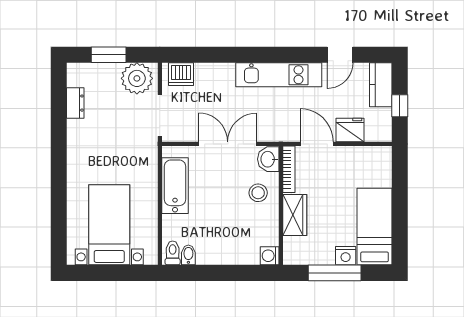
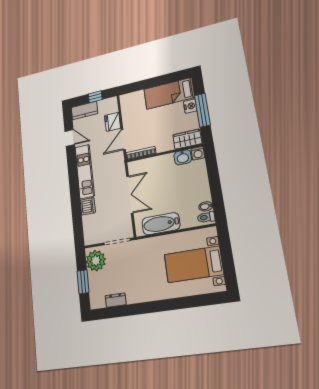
dishwasher: (181, 74) -> (88, 206), moved
double door: (228, 144) -> (130, 194), swing flipped
washbasin: (268, 159) -> (183, 157), moved
stool: (258, 193) -> (158, 169), removed
wardrobe: (295, 215) -> (187, 139), moved

